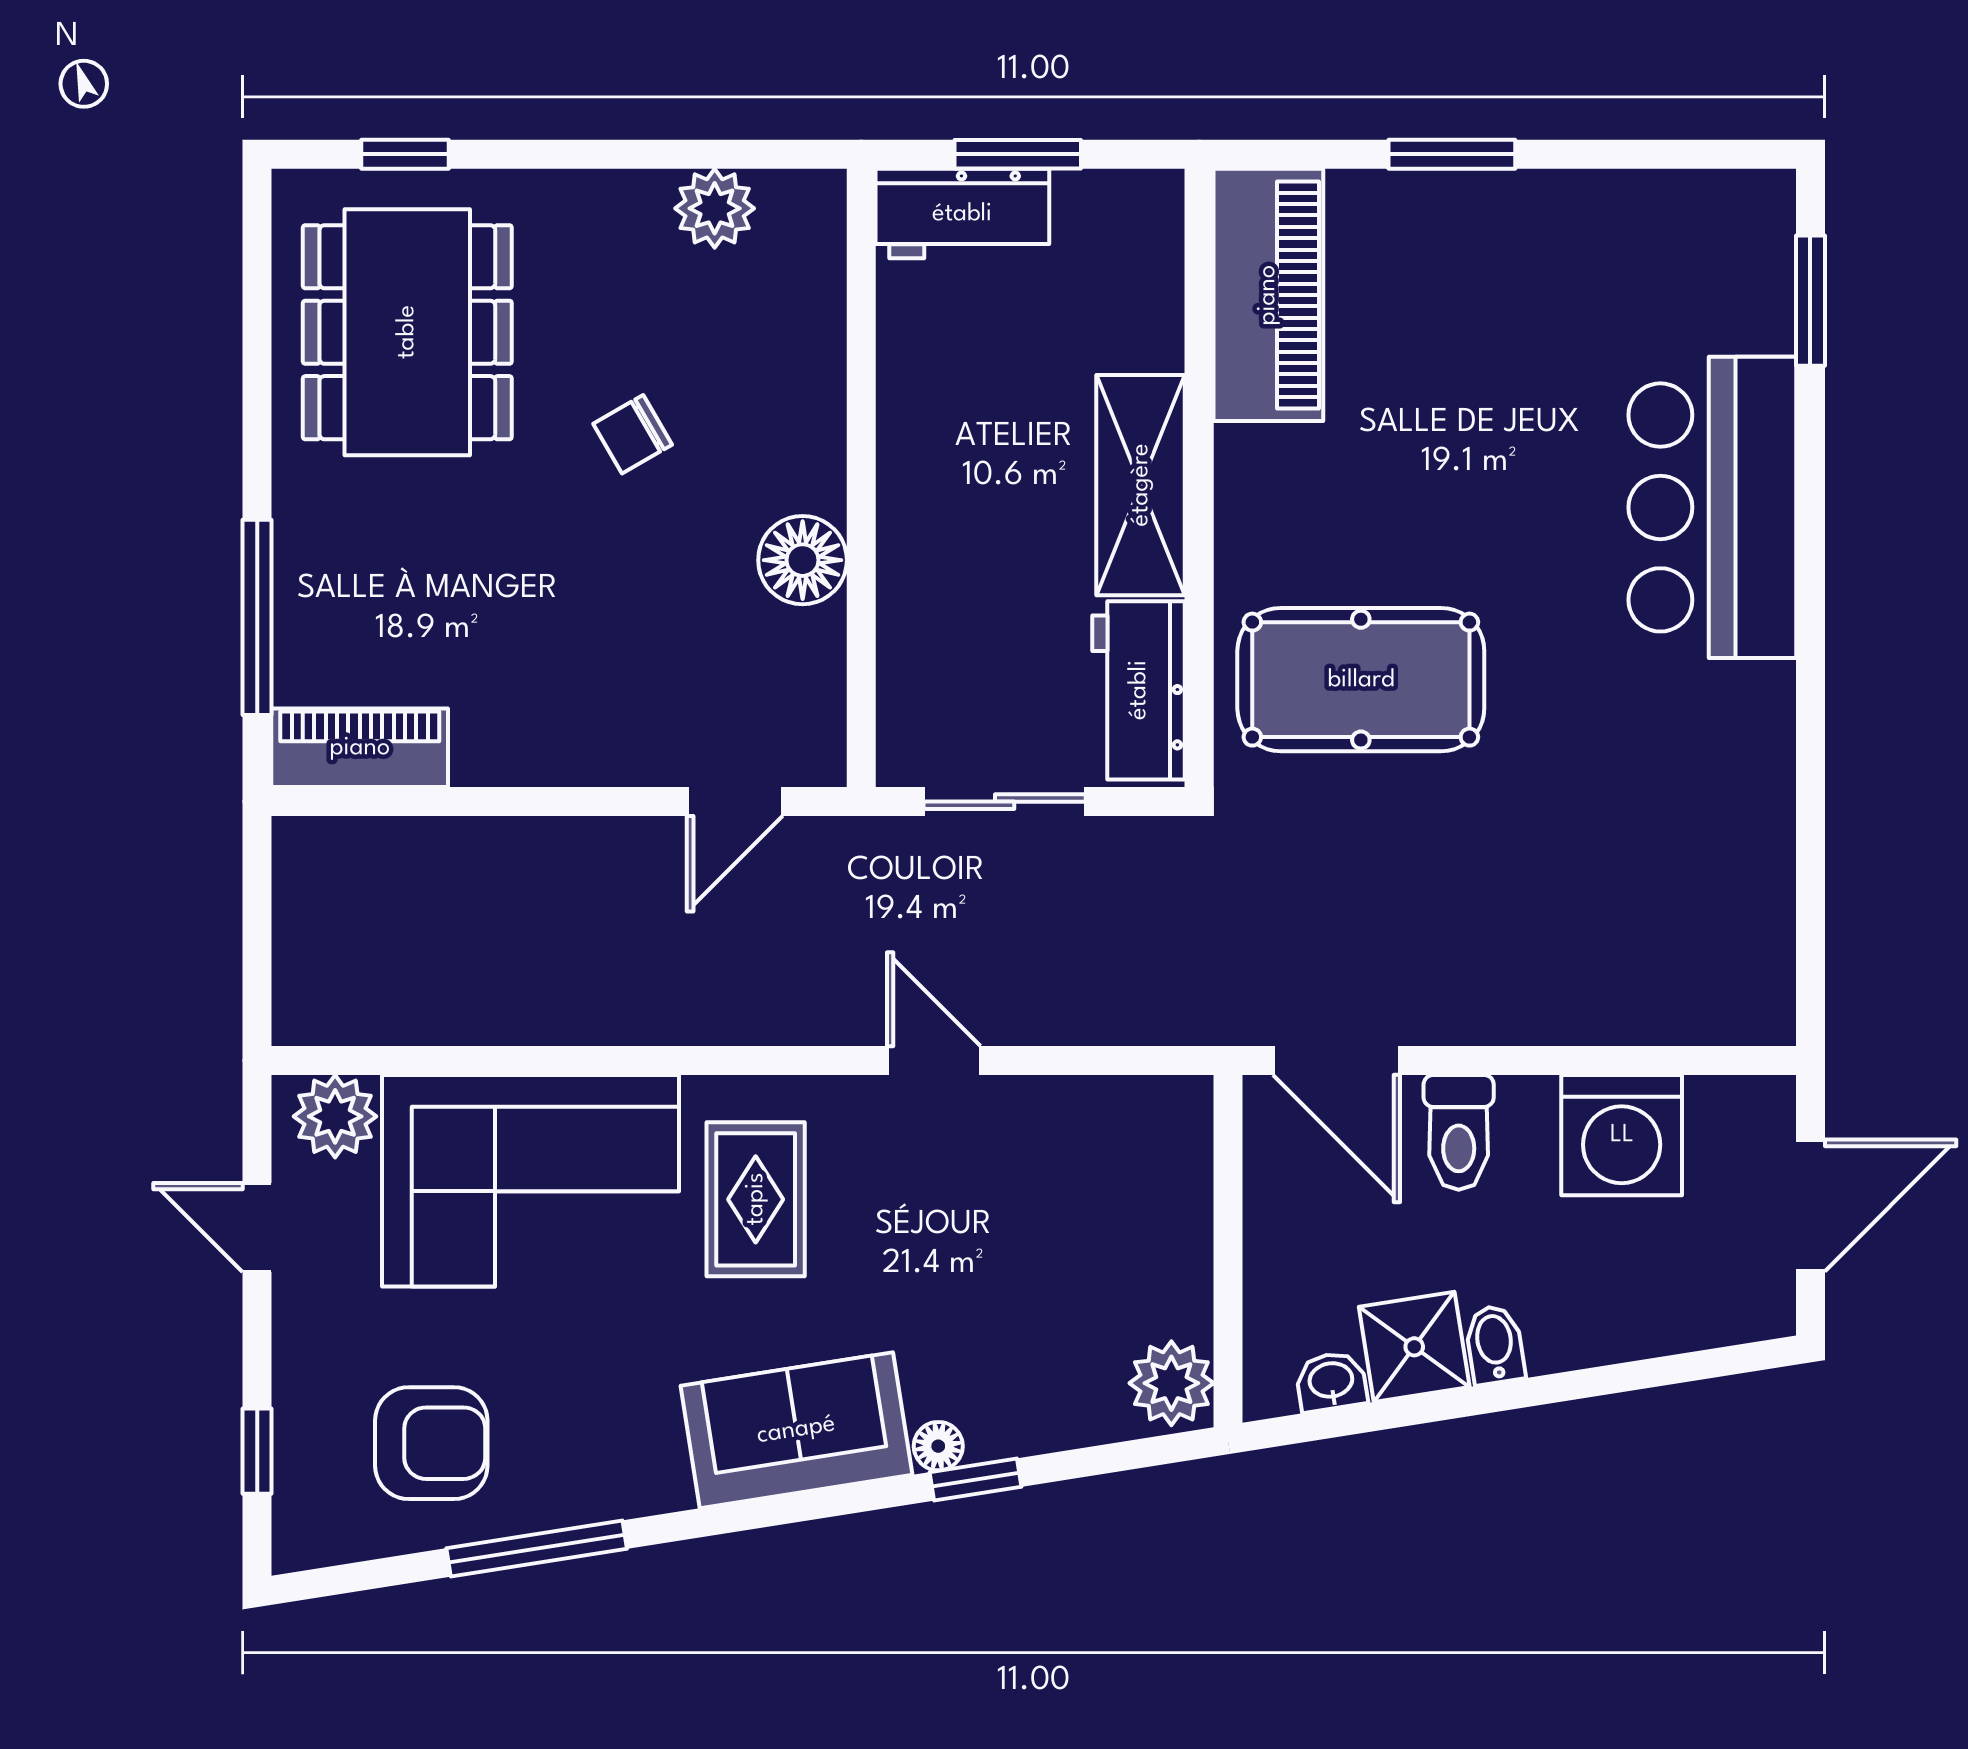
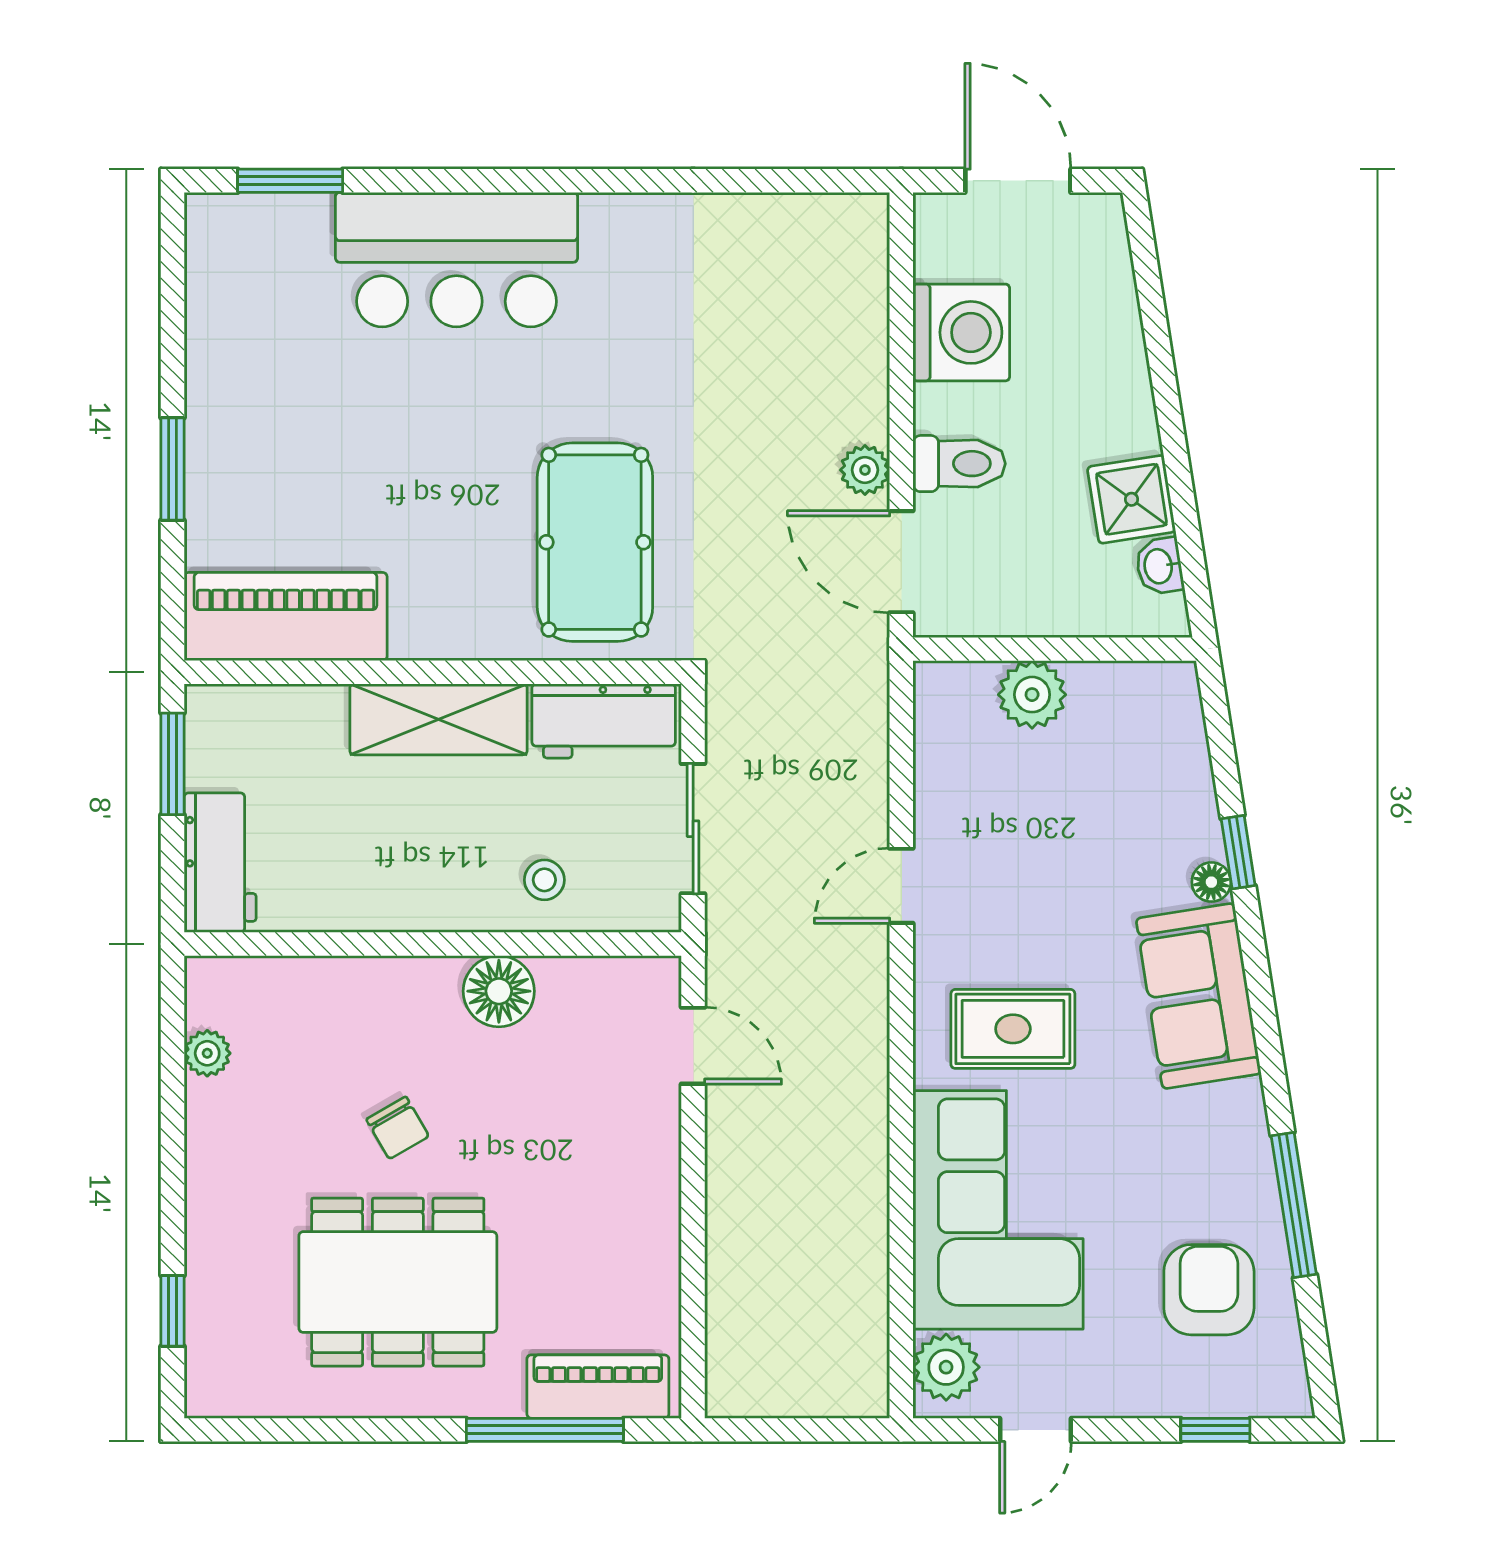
window: (1018, 154) -> (173, 764), moved
plant: (715, 208) -> (207, 1053), width x0.73, depth x0.73
dining table: (407, 332) -> (398, 1282), moved
stool: (941, 617) -> (544, 880), added
piano: (360, 748) -> (598, 1387), moved, turned 90
plant: (1451, 1015) -> (865, 470), added
door: (1336, 1060) -> (901, 562), swing flipped
bidet: (1495, 1345) -> (1130, 434), removed
plant: (1171, 1383) -> (1032, 695), moved

